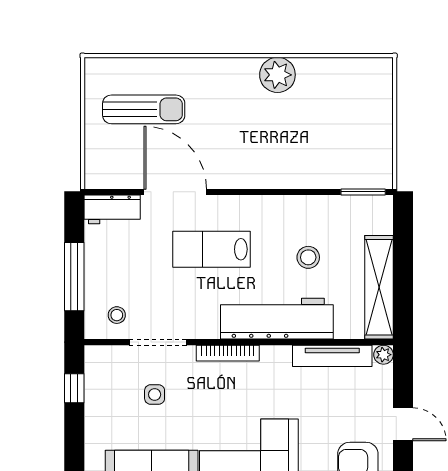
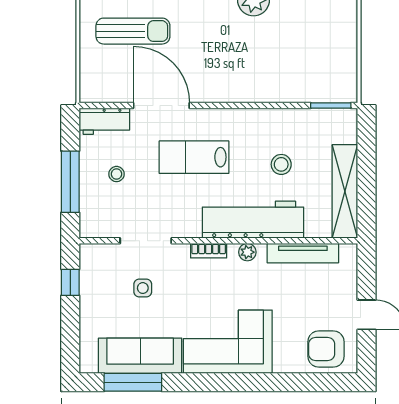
stool: (117, 315) -> (117, 174), moved
bookcase: (228, 353) -> (209, 251), width x0.64
plant: (383, 355) -> (247, 252), moved

